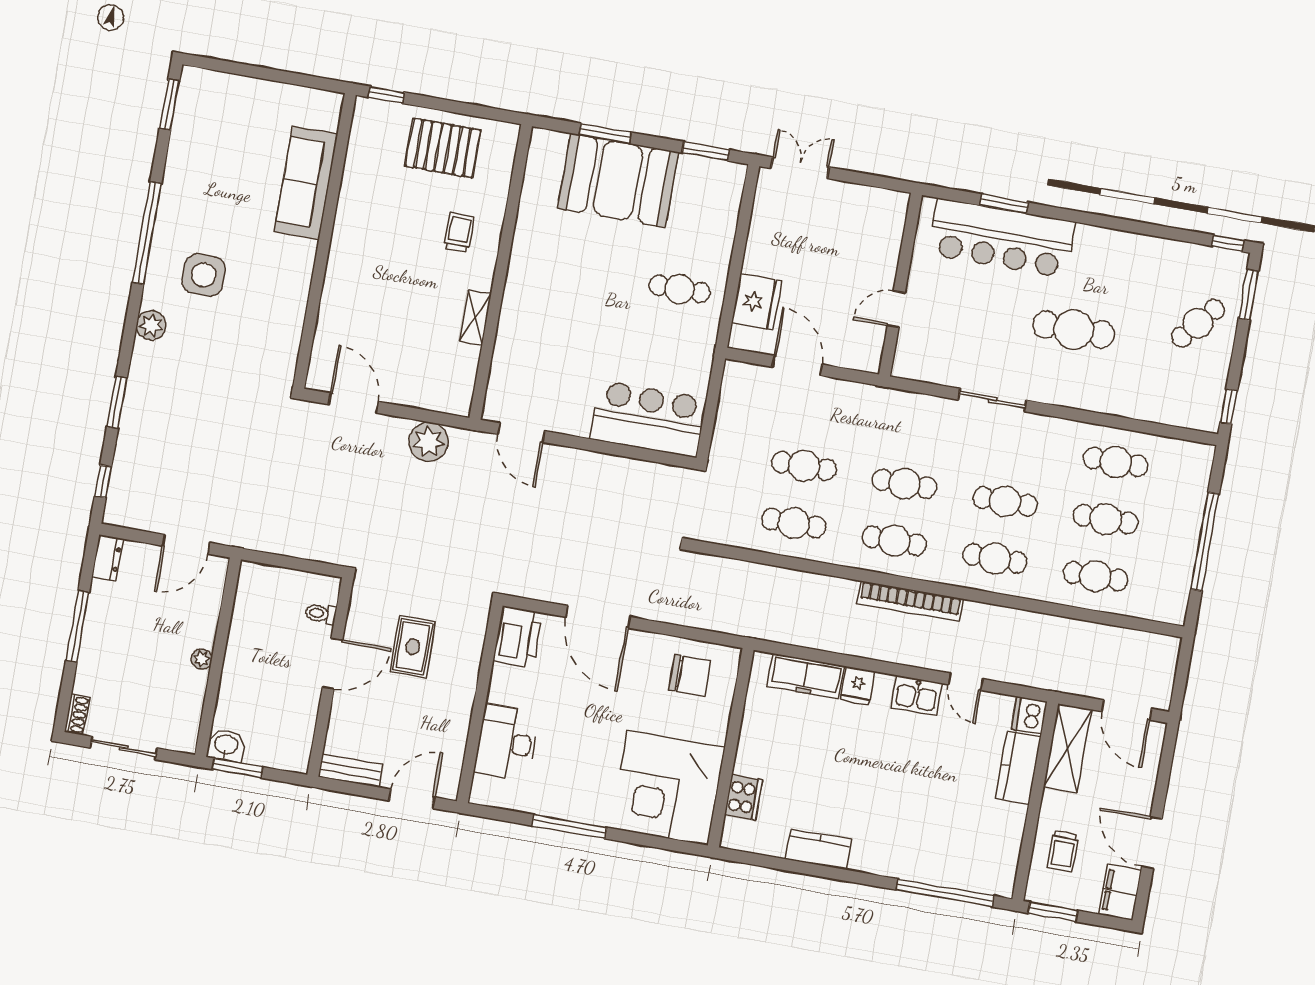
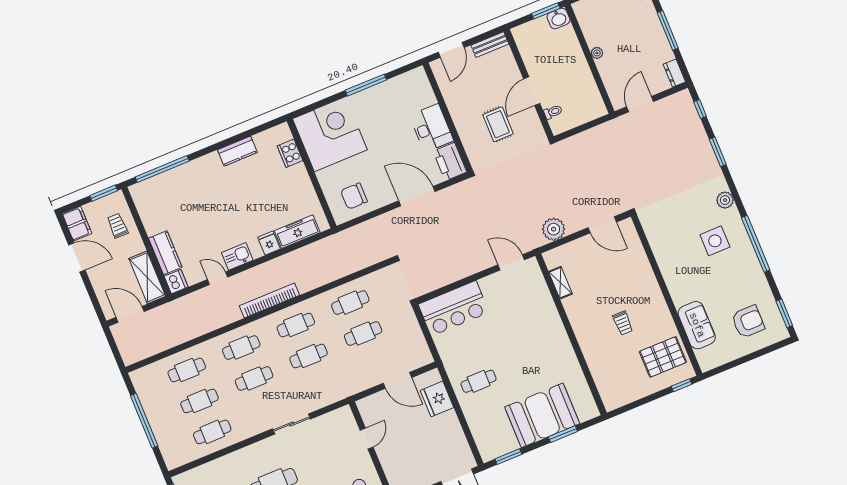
armchair: (230, 126) -> (748, 322), added
pallet: (443, 148) -> (663, 357), moved
sofa: (306, 183) -> (697, 325), width x0.73
trolley: (459, 232) -> (623, 323), moved
shelving: (475, 318) -> (560, 283), moved
desk: (507, 743) -> (431, 128), moved

